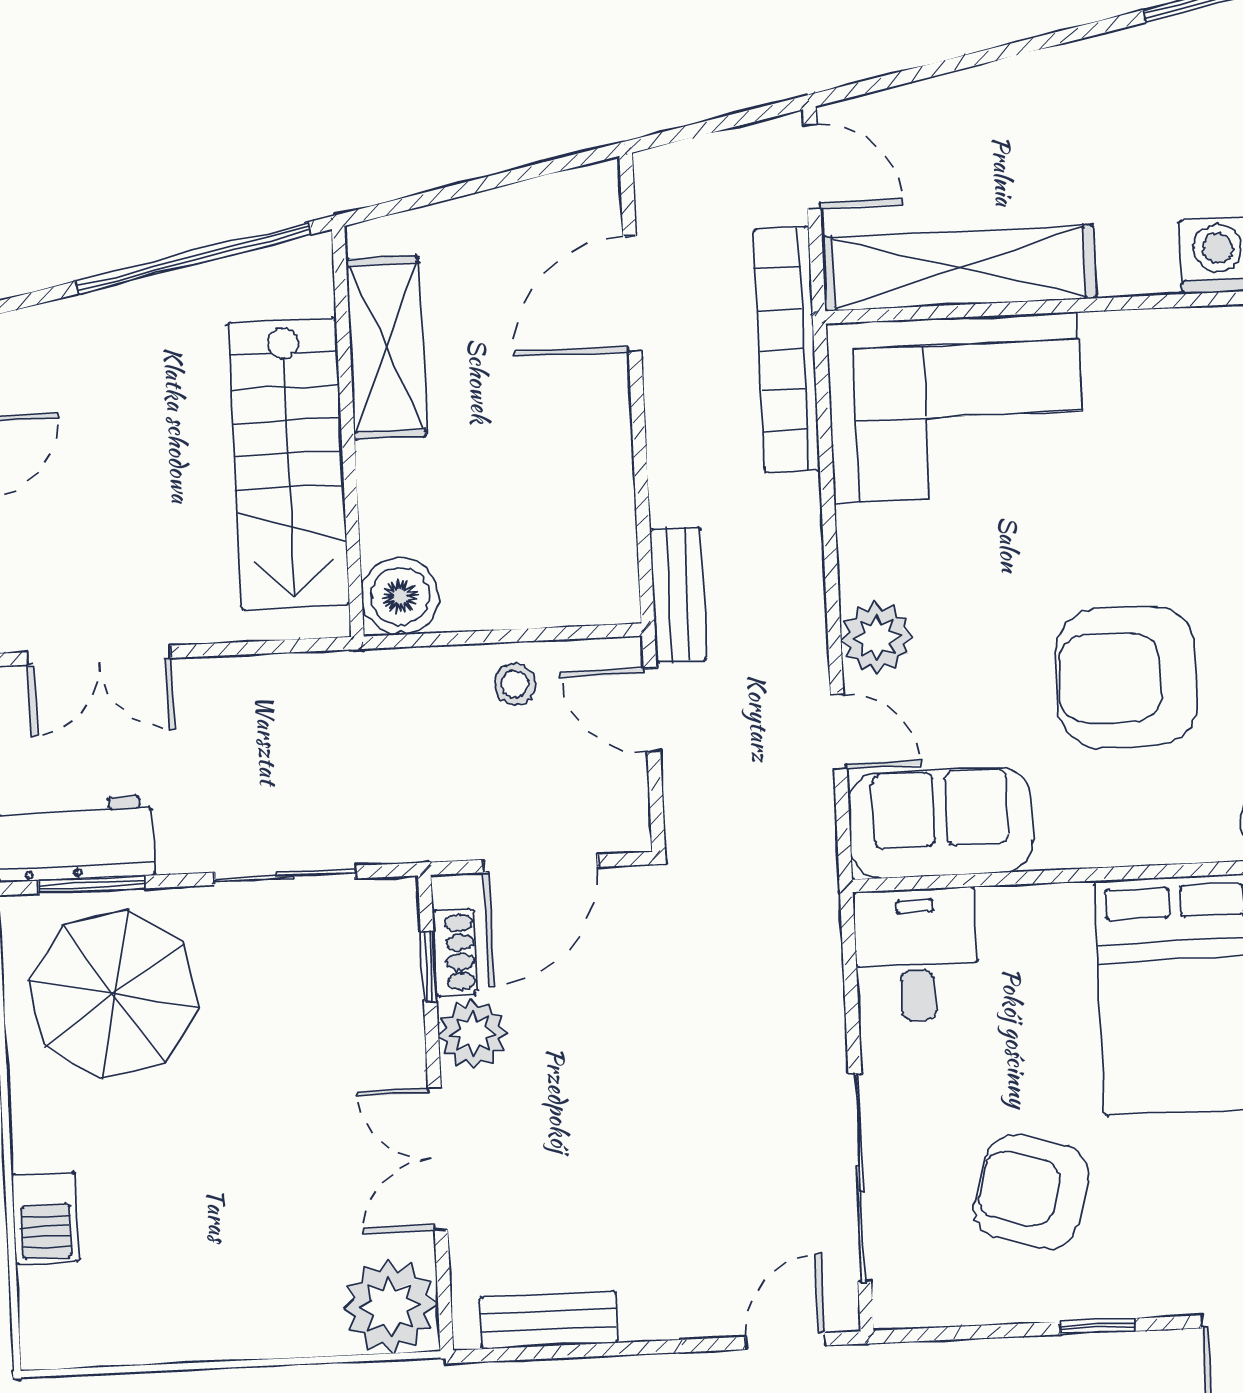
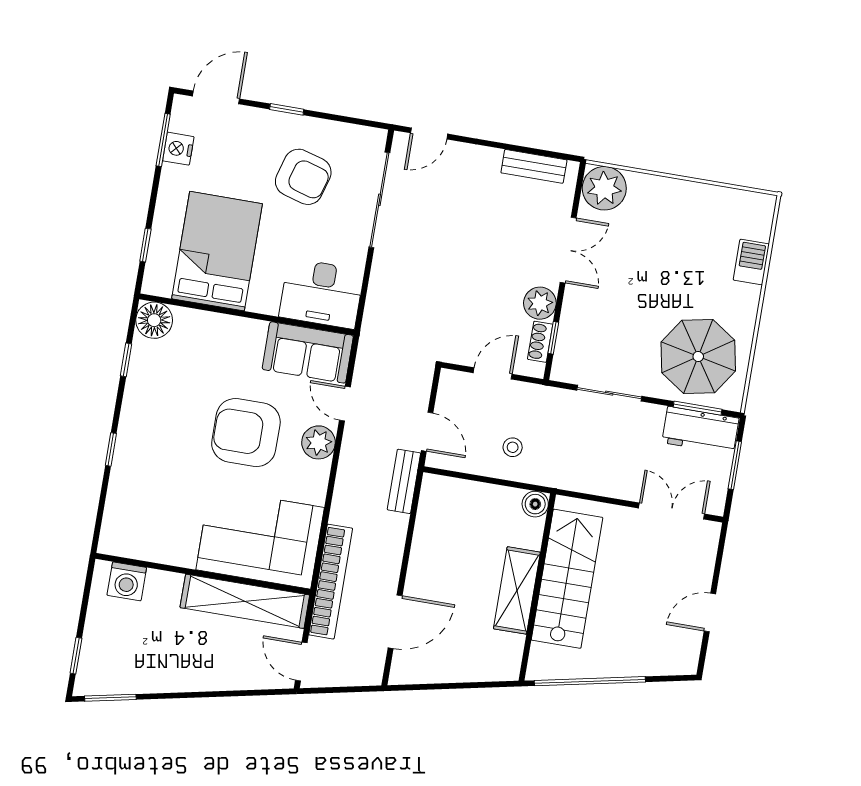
shelving: (386, 348) -> (517, 590), moved
boiler: (400, 596) -> (535, 504), width x0.73, depth x0.73
armchair: (1126, 677) -> (246, 433), moved, turned 180
stool: (515, 684) -> (513, 447), moved
door: (540, 863) -> (493, 373), width x0.73
desk: (916, 955) -> (321, 293), width x1.37

